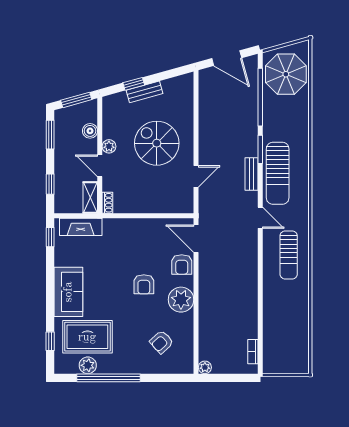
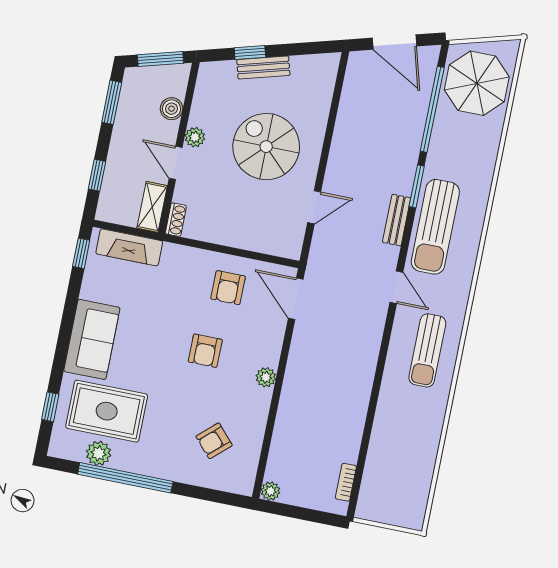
armchair: (182, 264) -> (228, 288), moved
plant: (181, 300) -> (266, 377), width x0.53, depth x0.53

